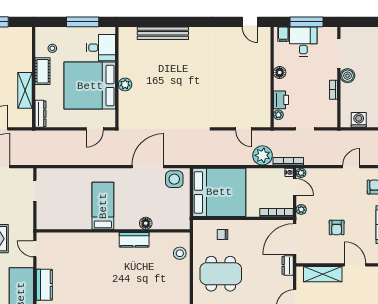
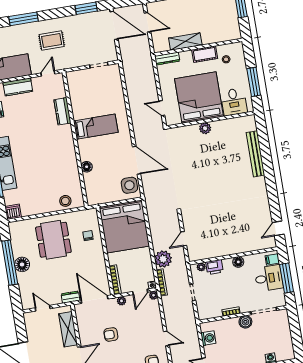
kitchen counter: (134, 240) -> (62, 111), moved

